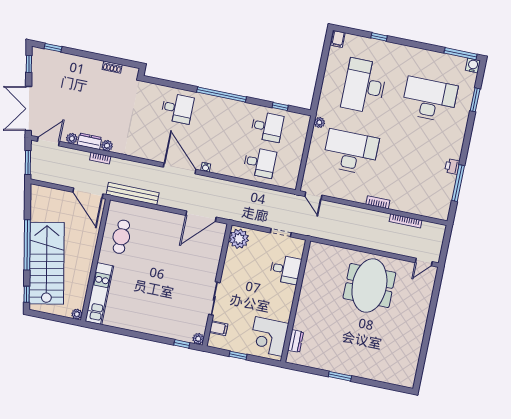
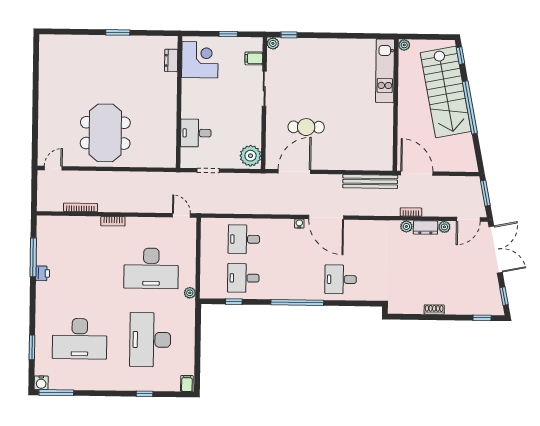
shoe rack: (112, 67) -> (434, 310), moved
desk: (364, 86) -> (150, 340), turned 180
cafe table: (121, 237) -> (306, 127), moved, turned 90

